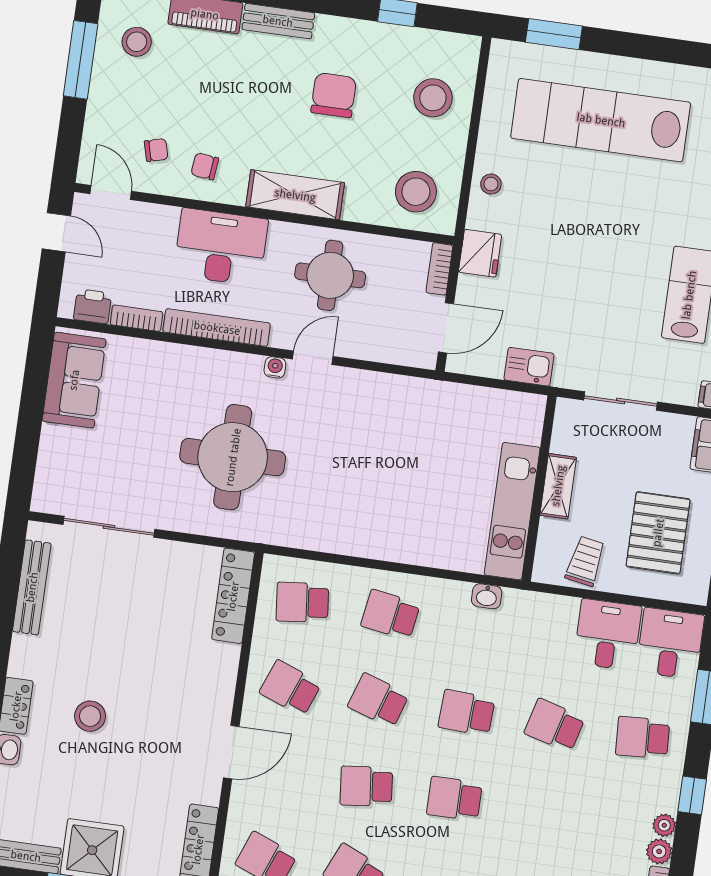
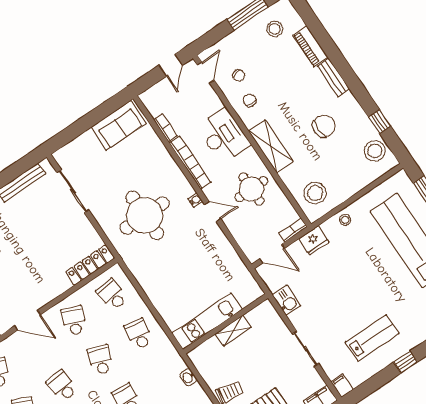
stool: (433, 98) -> (375, 151), moved
printer: (93, 306) -> (154, 106), removed
shelving: (558, 486) -> (233, 331), moved
wall: (539, 488) -> (226, 324), moved
kitchen unit: (512, 511) -> (207, 321), moved
washbasin: (487, 596) -> (188, 377), moved

